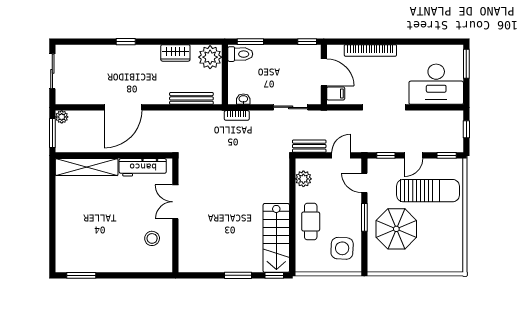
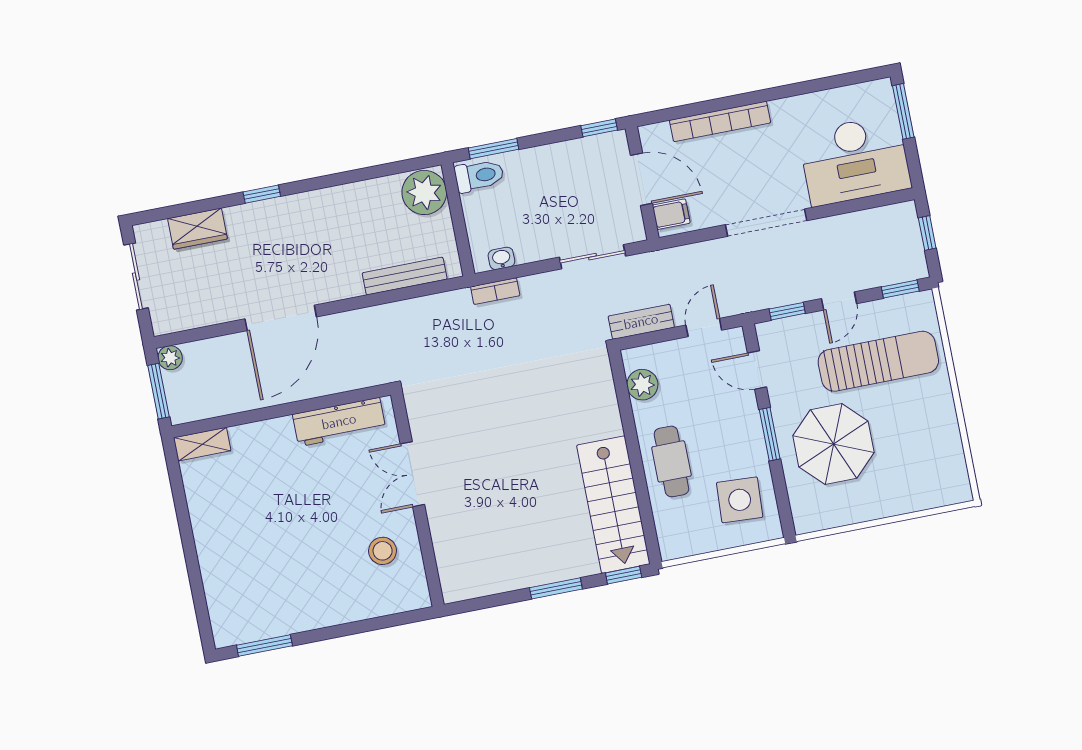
wardrobe: (175, 53) -> (197, 229), moved
shelving: (87, 167) -> (202, 444), width x0.45, depth x0.75

